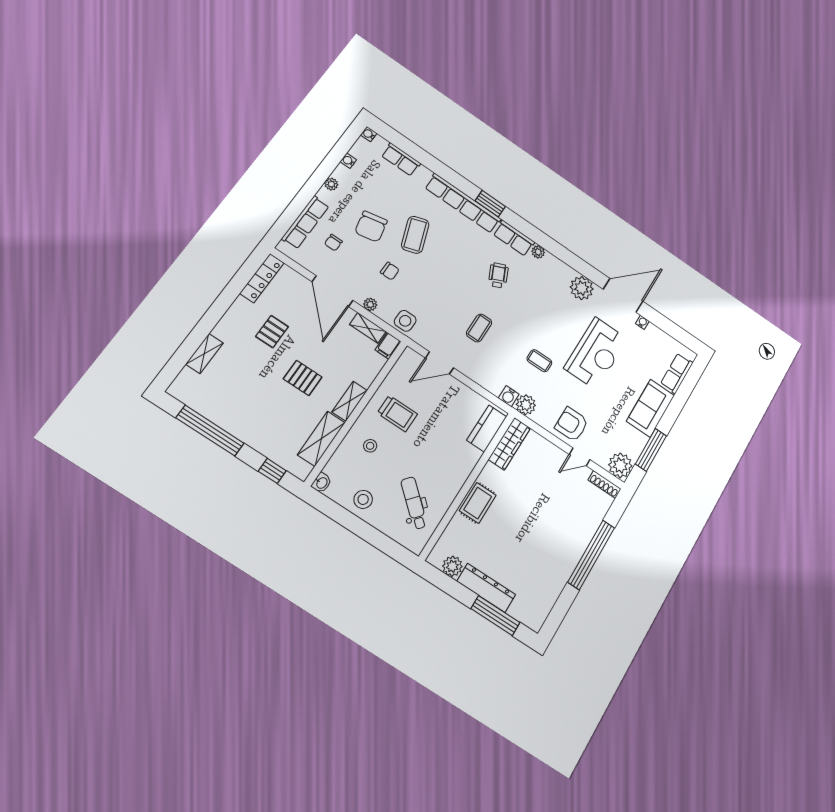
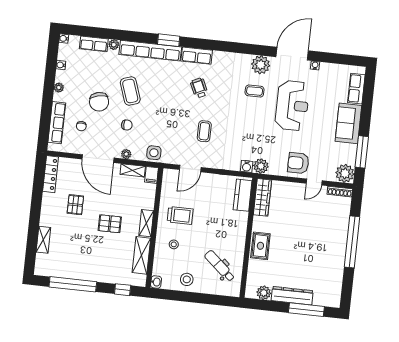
plant: (538, 252) -> (114, 45), moved
coffee table: (539, 361) -> (255, 91), moved

